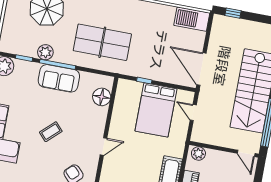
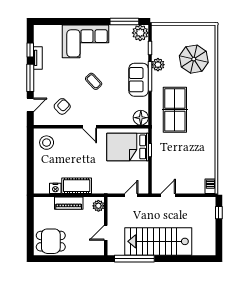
barbecue: (192, 19) -> (210, 186), width x0.53, depth x0.65
door: (201, 69) -> (168, 195), width x0.53
floor lamp: (102, 97) -> (141, 118), moved
bed: (156, 110) -> (128, 147), moved
door: (246, 153) -> (106, 233), moved

